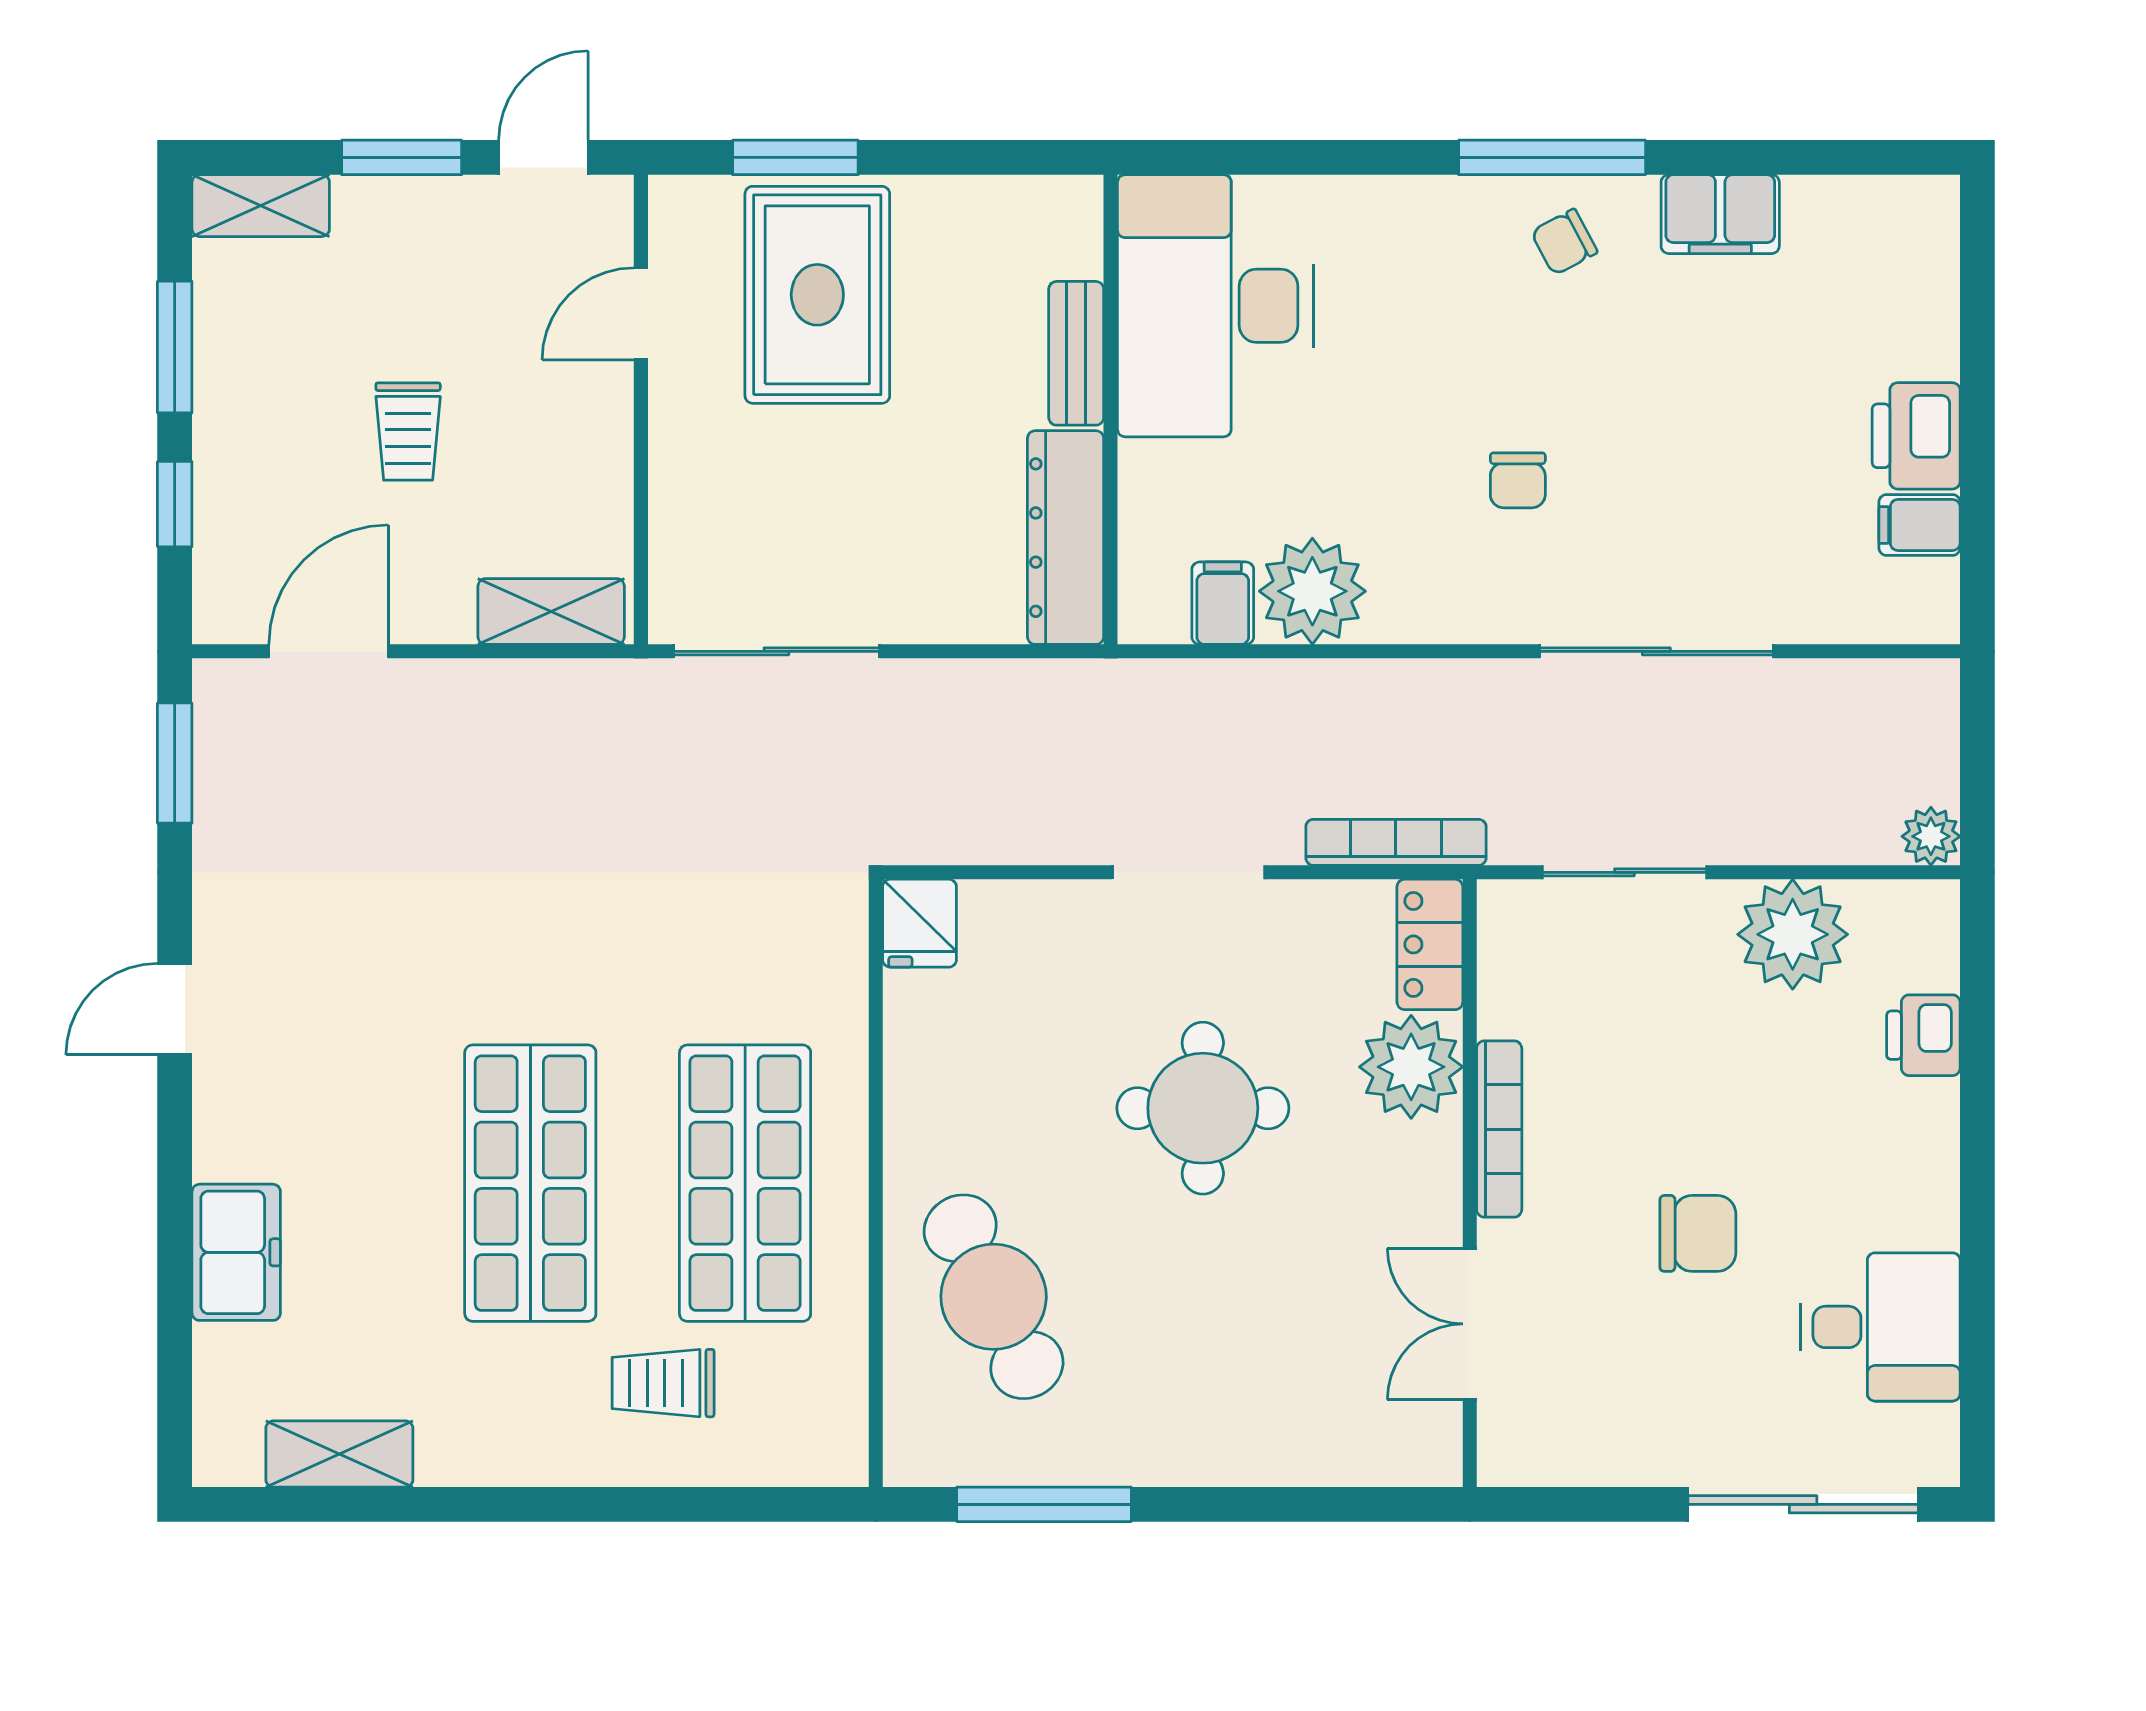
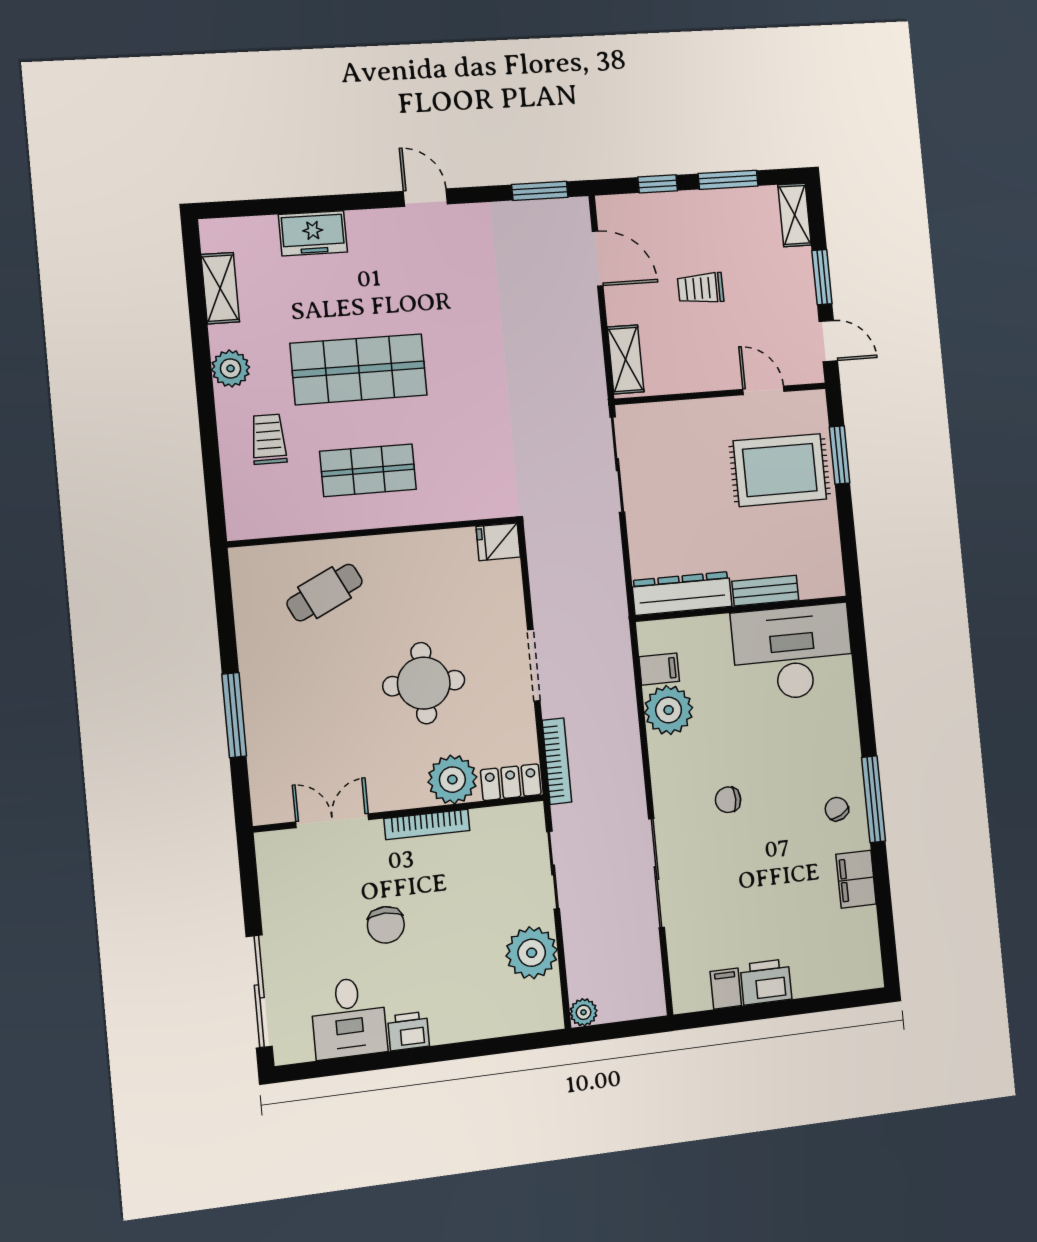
printer: (1923, 1035) -> (408, 1031), moved
shop shelf: (745, 1183) -> (368, 470), width x0.70, depth x0.74
cafe table: (994, 1297) -> (325, 593), width x0.73, depth x0.74
plant: (509, 1448) -> (231, 368), added
window: (1044, 1504) -> (234, 715), moved

